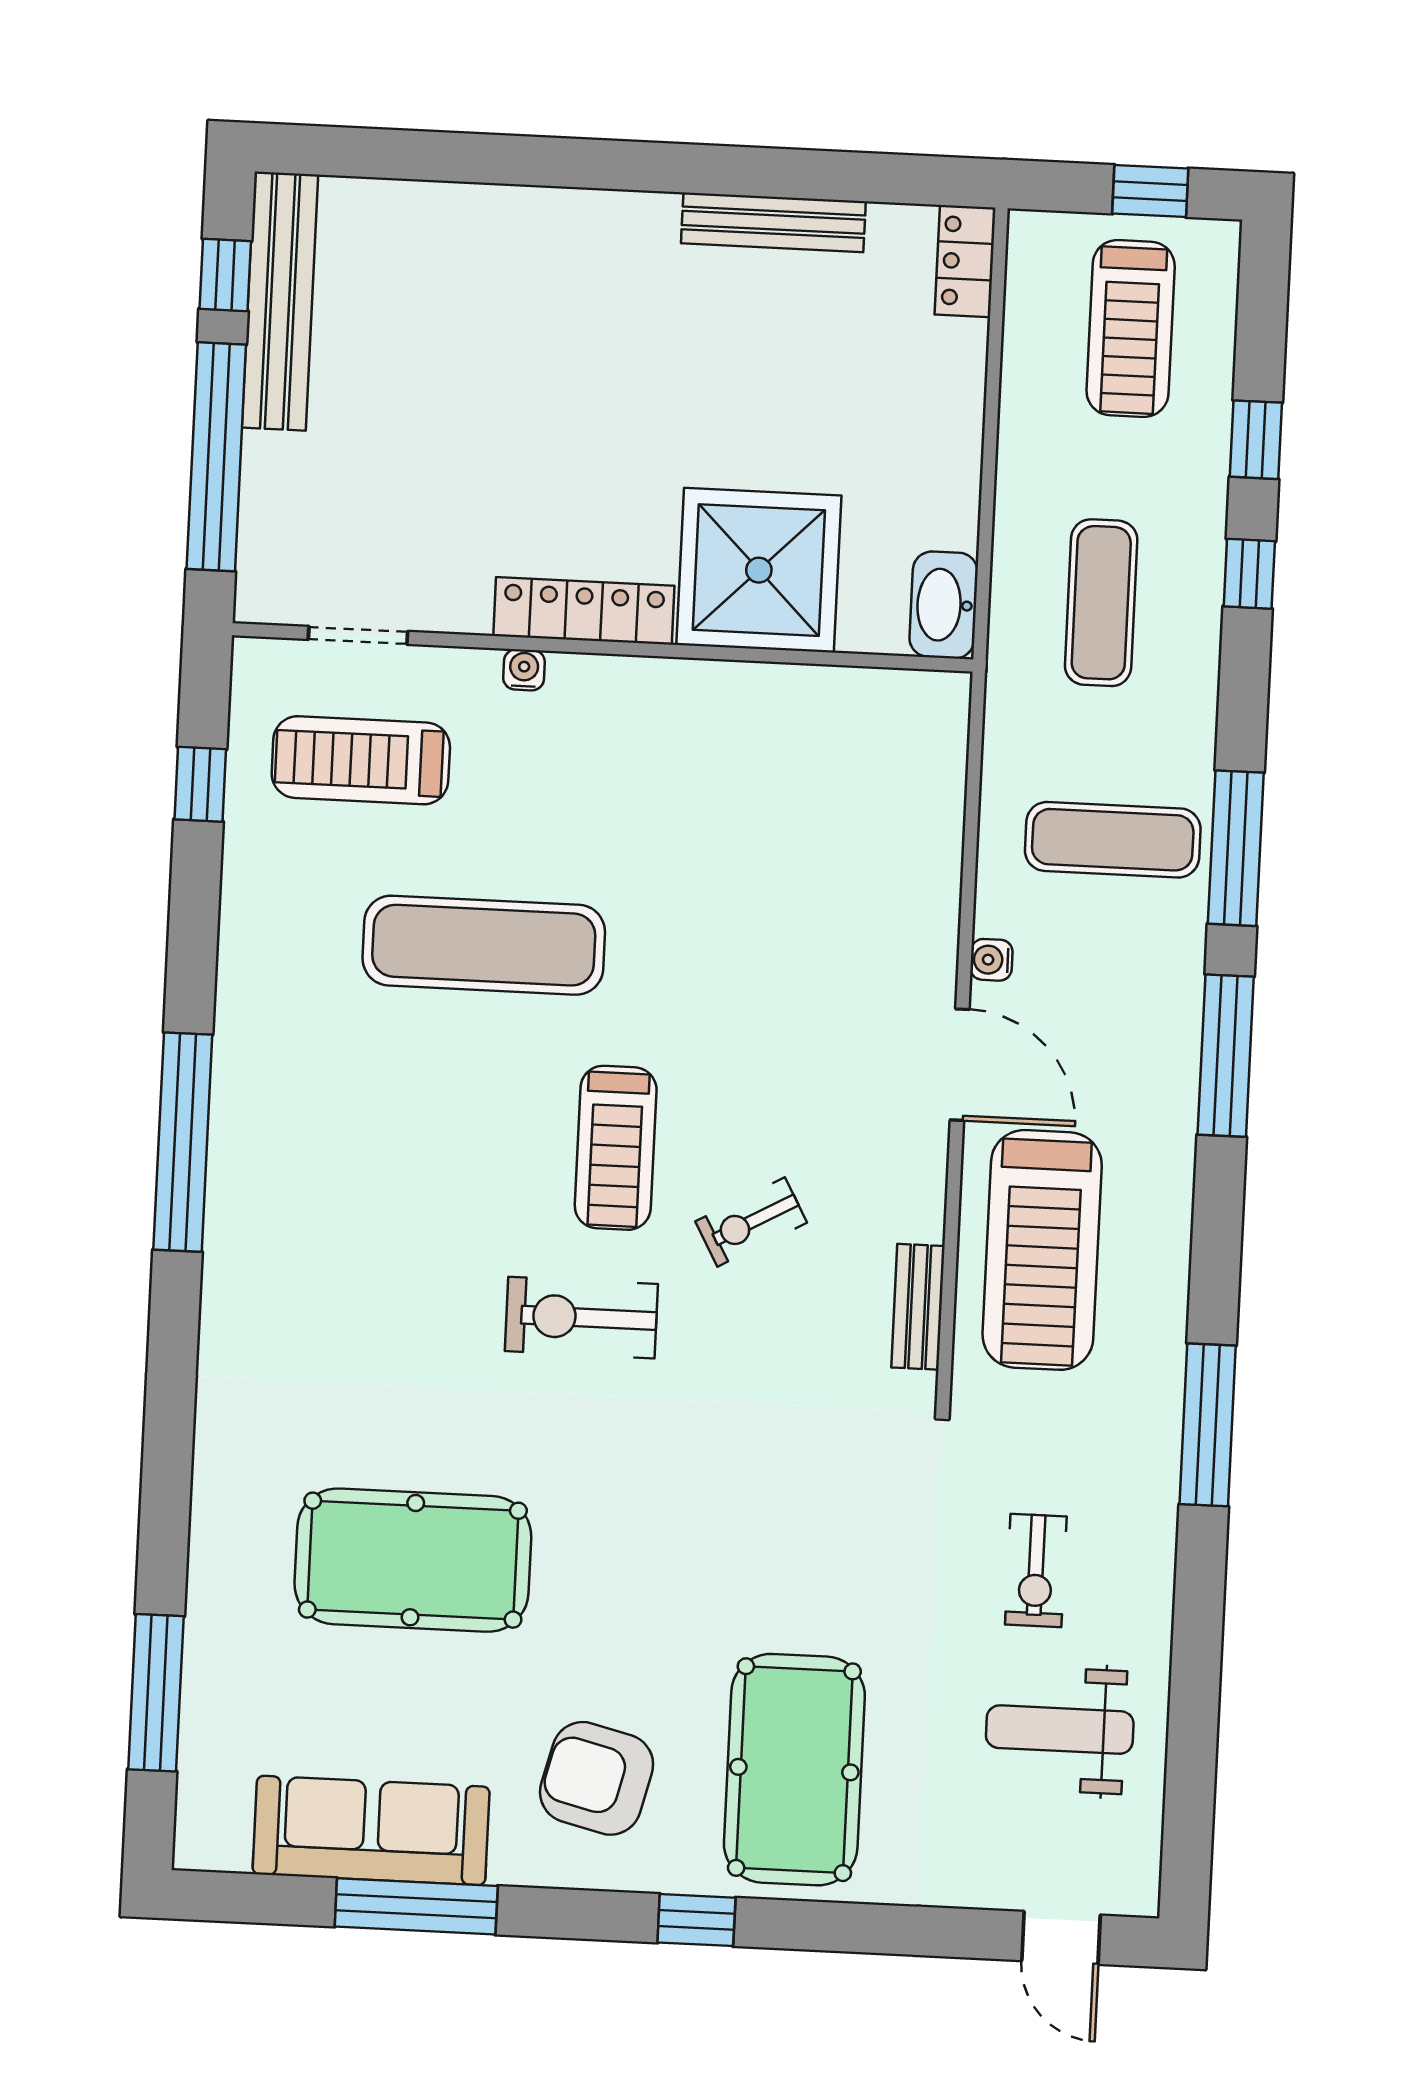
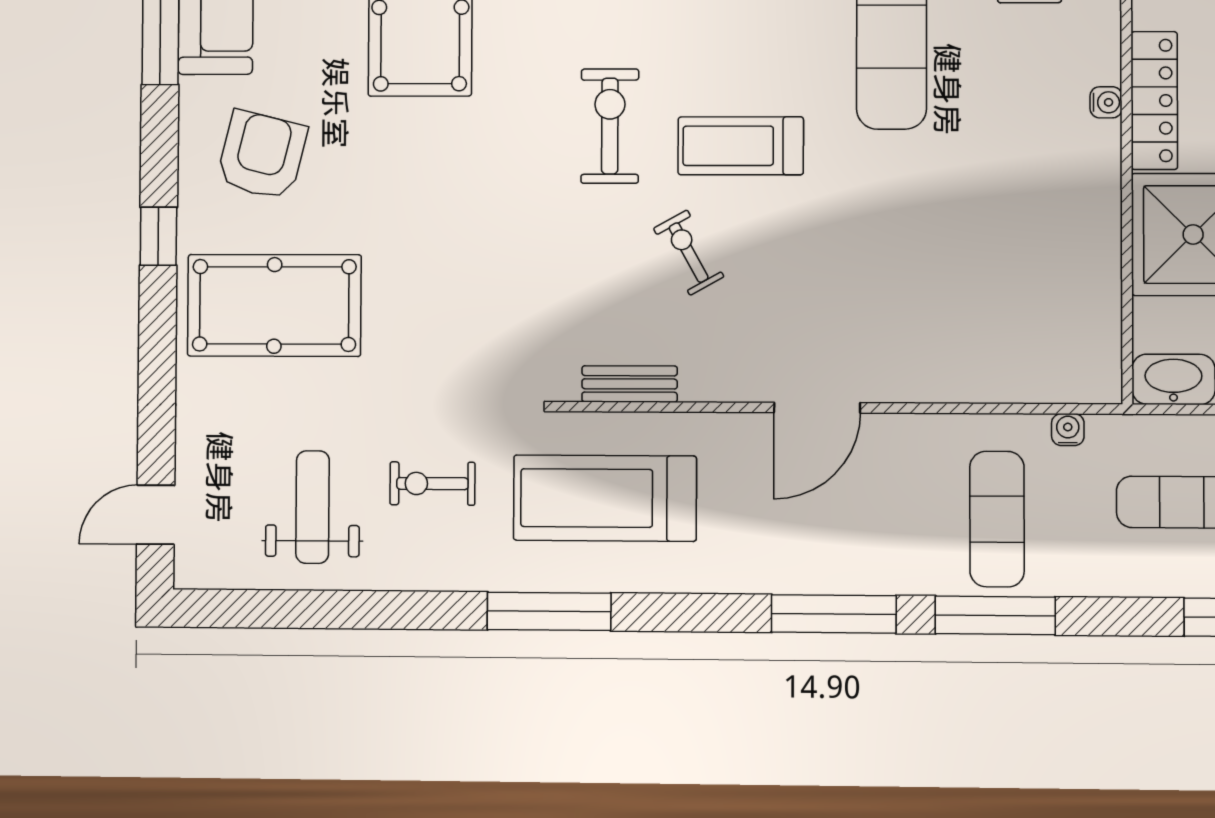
water cooler: (524, 670) -> (1106, 102), moved
water cooler: (991, 960) -> (1068, 430), moved
treadmill: (1042, 1250) -> (605, 498), moved

